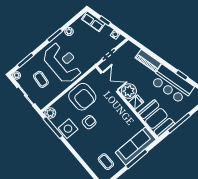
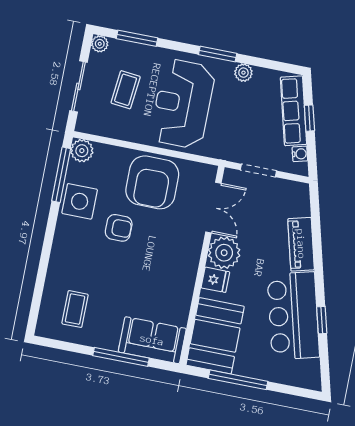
row of seats: (93, 21) -> (294, 111), width x1.48
reception desk: (63, 63) -> (183, 104), turned 180
sofa: (136, 146) -> (152, 340), width x0.73

